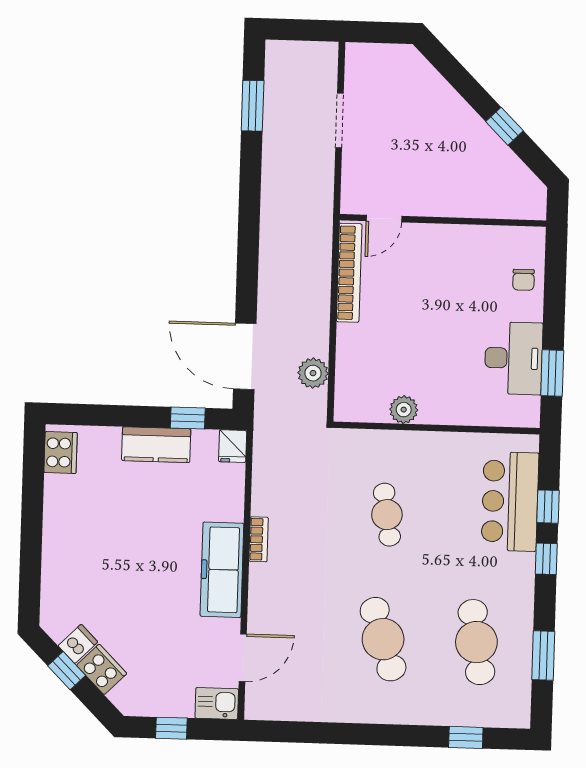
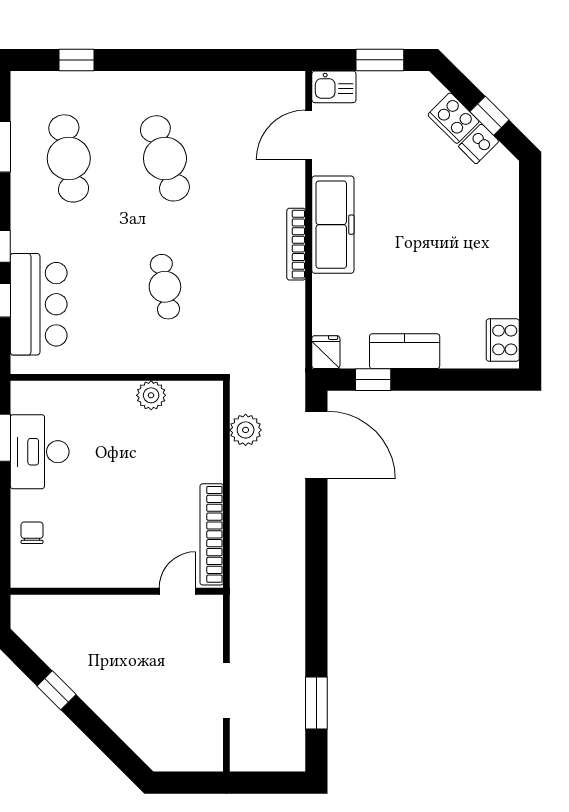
bookcase: (259, 539) -> (296, 244), width x1.56
window: (171, 728) -> (380, 60), width x1.50

